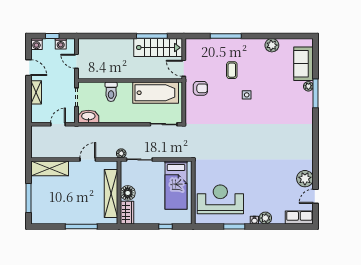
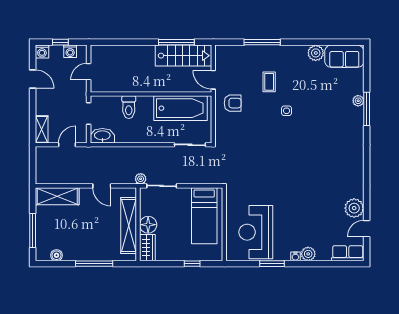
door: (77, 61) -> (89, 72), hinge flipped
sofa: (304, 64) -> (344, 56), moved, turned -90
shelving: (36, 92) -> (42, 129), moved
door: (88, 160) -> (102, 186), swing flipped
reception desk: (220, 199) -> (256, 232), turned -90
boiler: (49, 219) -> (56, 255), added

